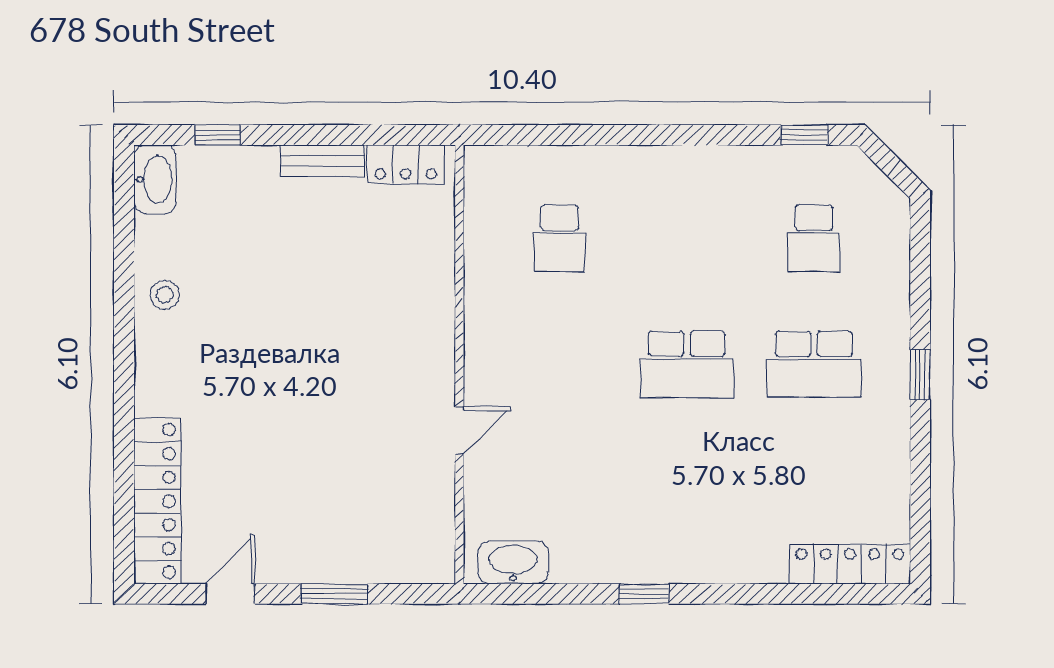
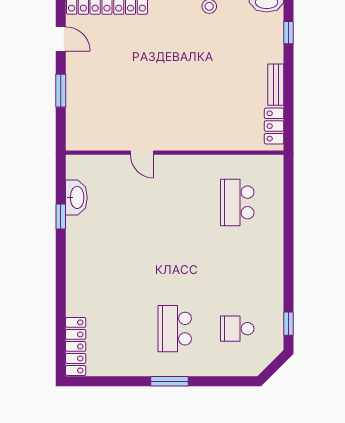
school desk: (560, 238) -> (237, 202), width x1.85
school desk: (687, 364) -> (175, 266), removed
window: (920, 375) -> (170, 381), width x1.50
washbasin: (513, 562) -> (76, 197), moved
window: (644, 594) -> (61, 216), moved

